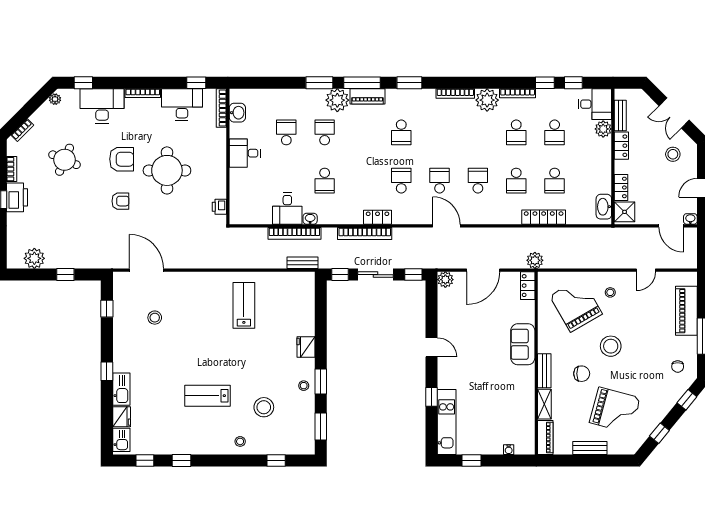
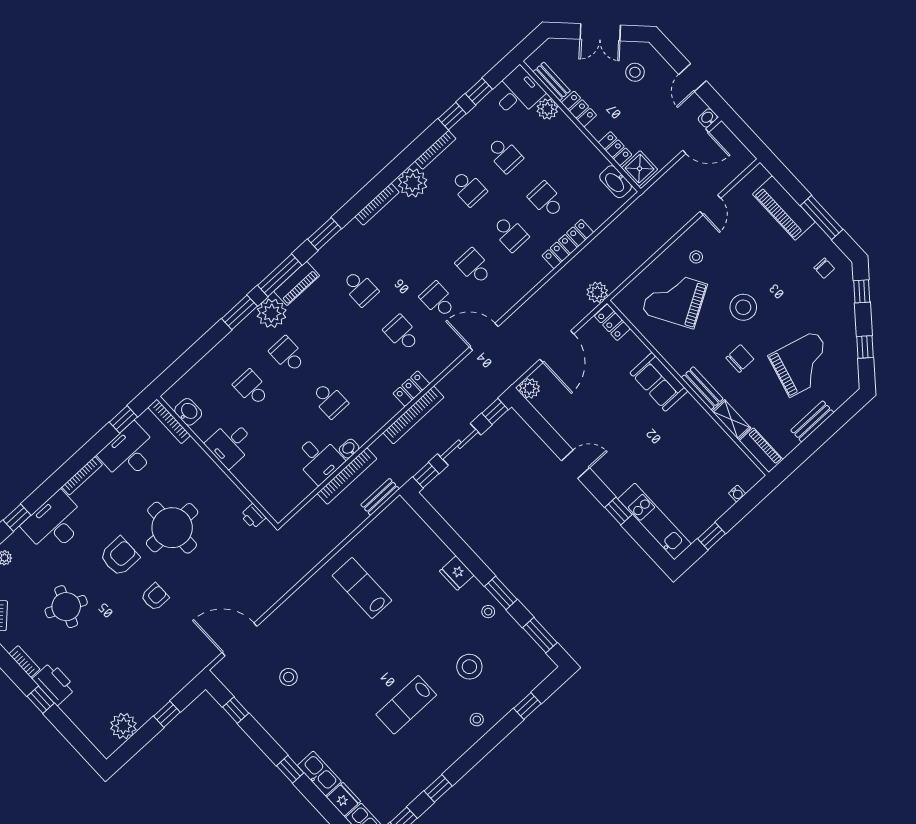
school desk: (555, 181) -> (546, 200), turned 180

